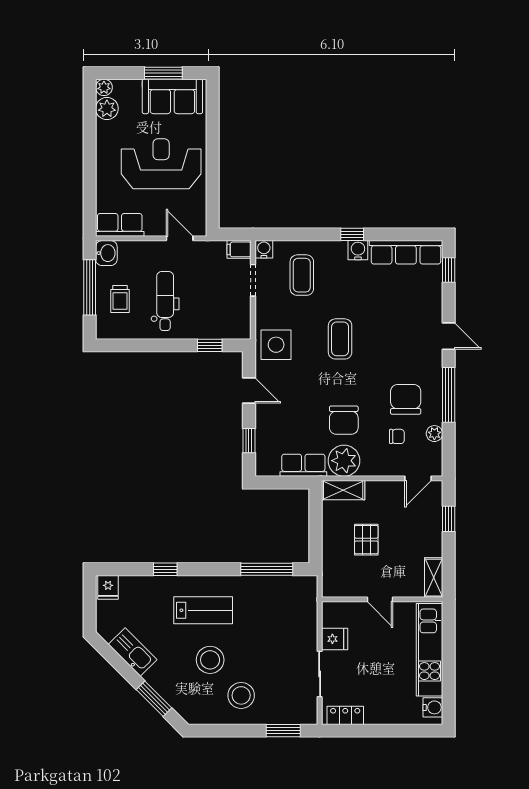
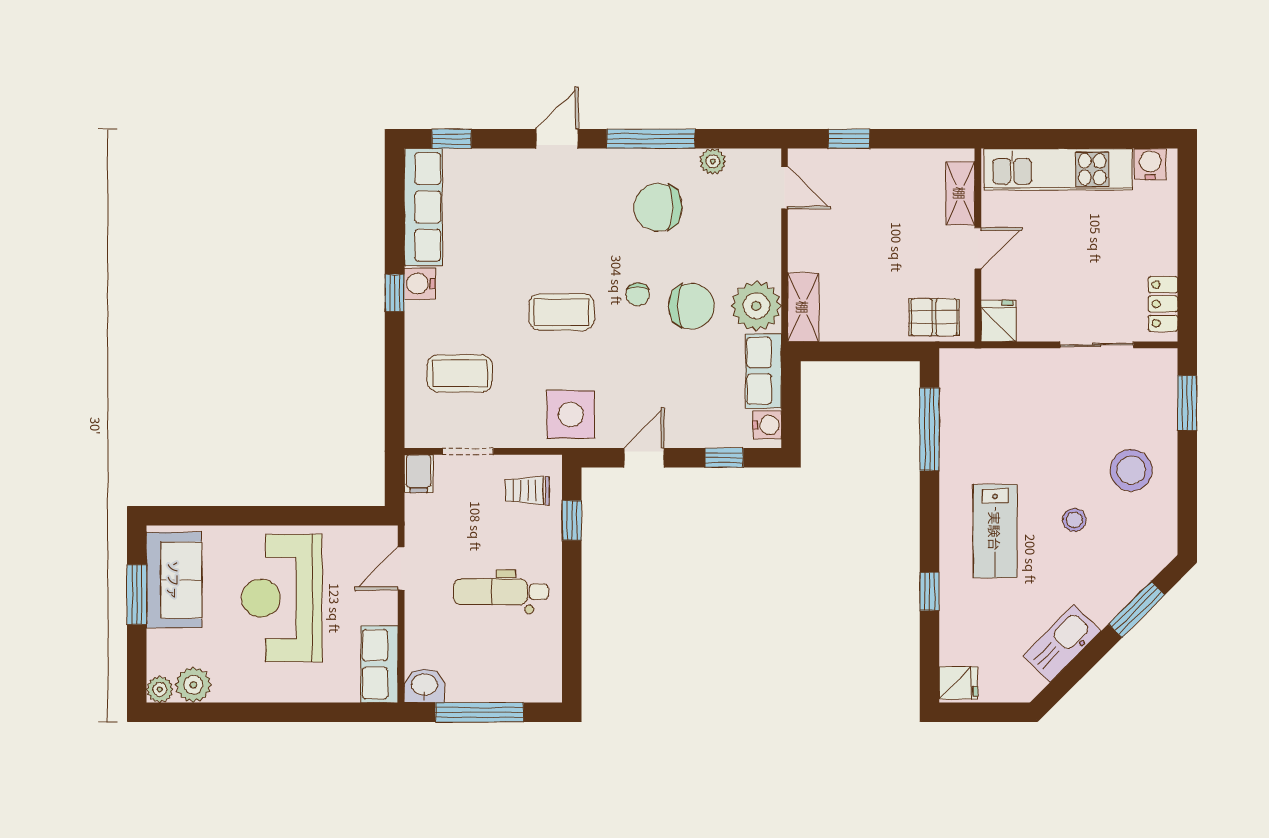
water cooler: (264, 249) -> (767, 425), moved, turned 180
trolley: (120, 299) -> (527, 491), moved, turned 180
chair: (397, 436) -> (638, 294), moved, turned 180
pallet: (366, 540) -> (934, 317), moved
shelving: (434, 578) -> (960, 193), moved, turned 90
lab bench: (203, 610) -> (995, 531), turned 180
fridge: (335, 639) -> (998, 321), moved
stool: (210, 660) -> (1074, 520), width x0.53, depth x0.53

